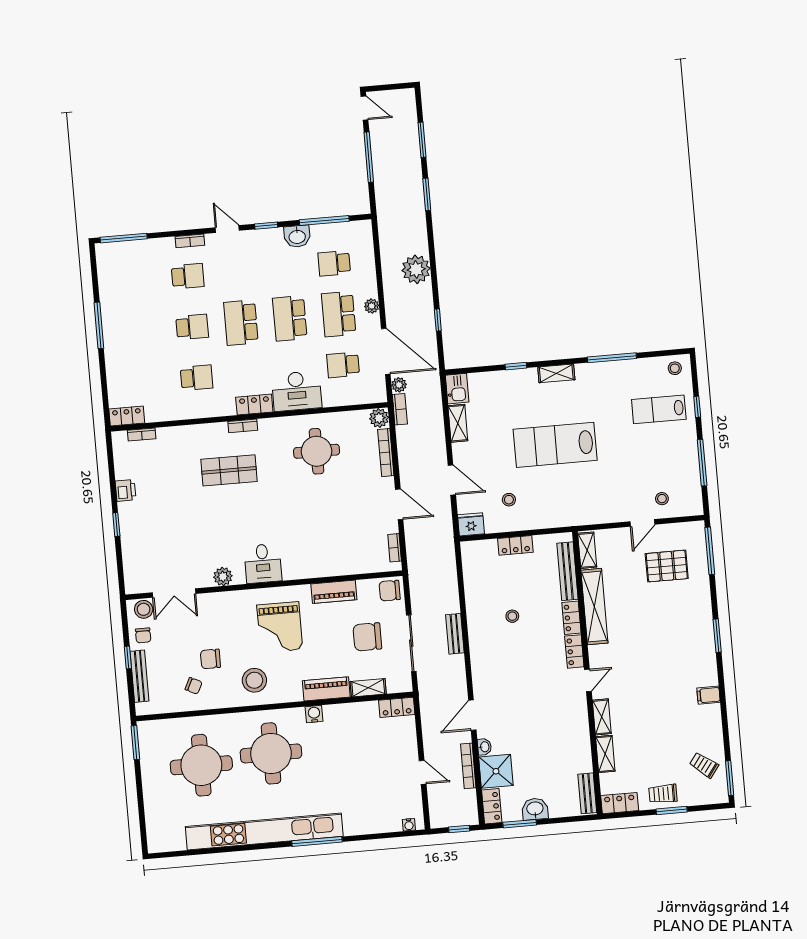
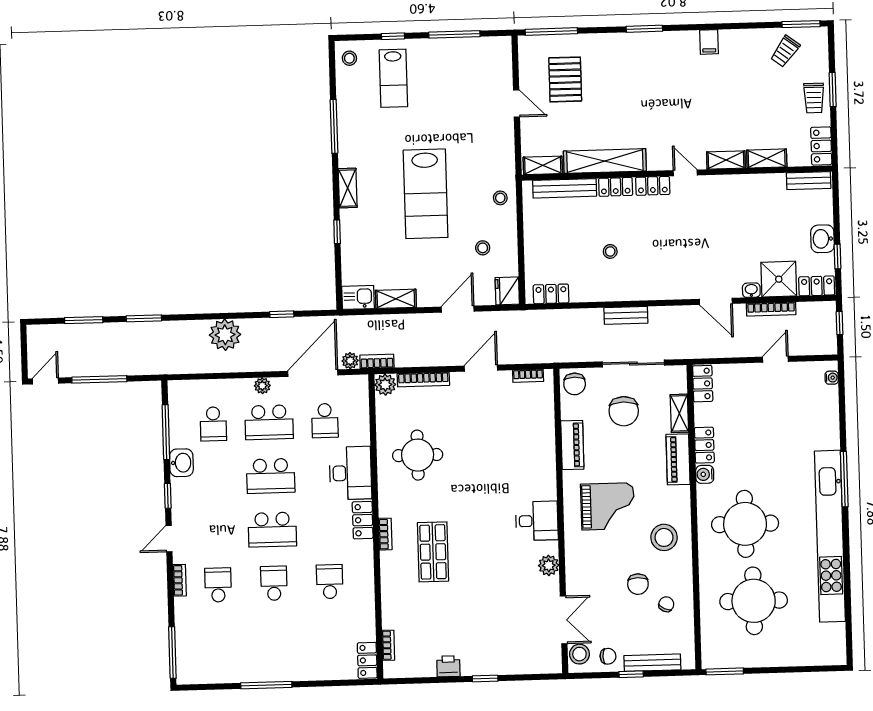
stool: (662, 499) -> (500, 198), moved
locker: (515, 545) -> (551, 294), moved, turned -90
locker: (341, 712) -> (704, 445), added
window: (520, 824) -> (838, 256), width x0.67

